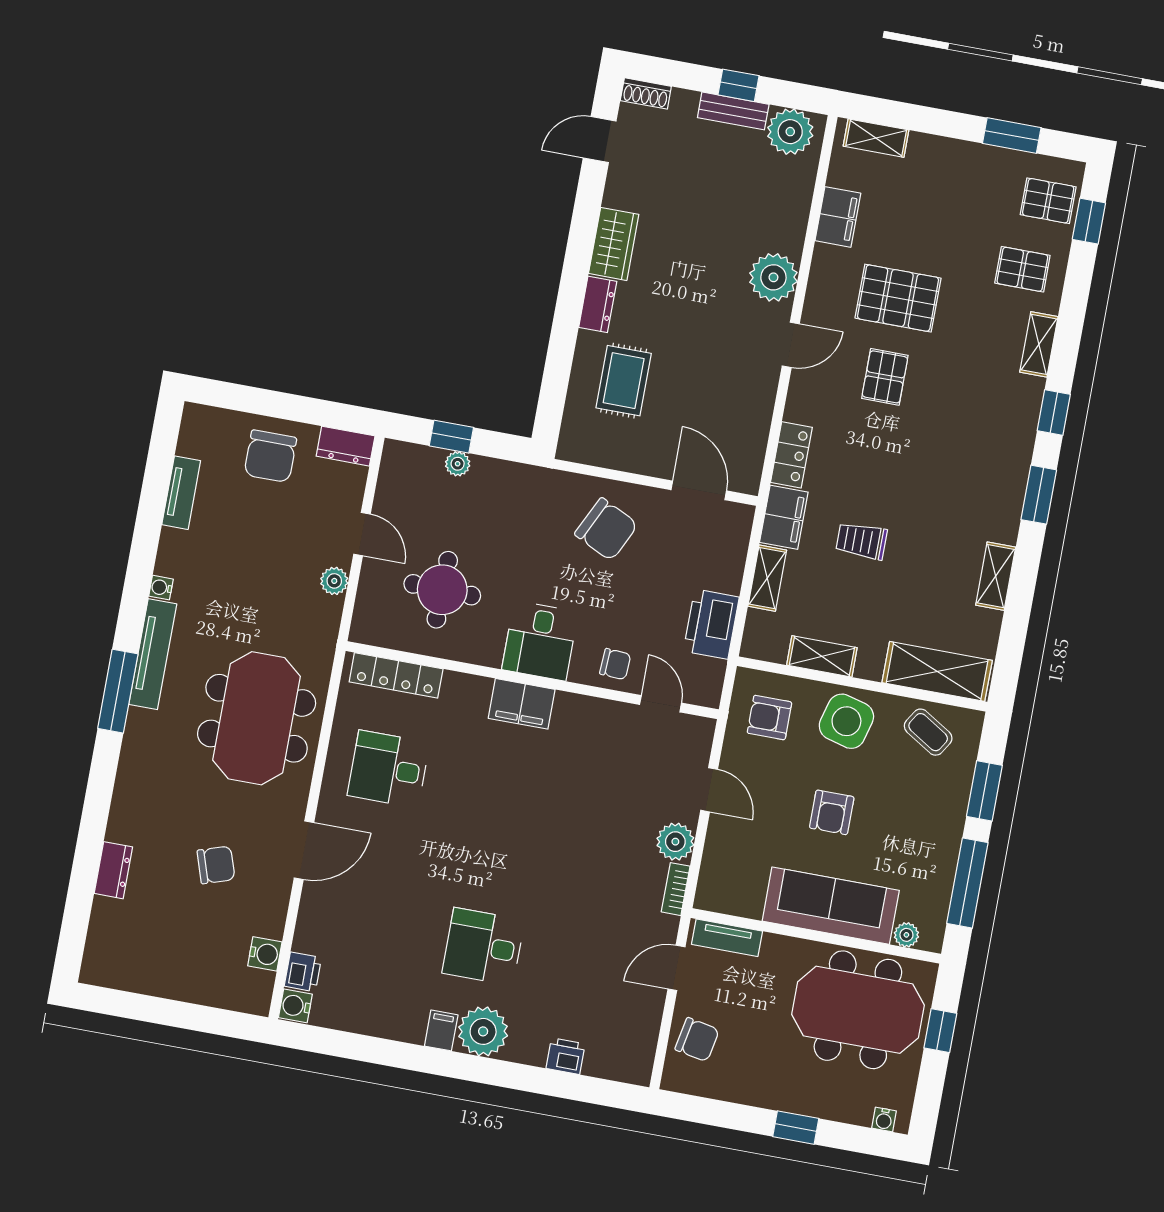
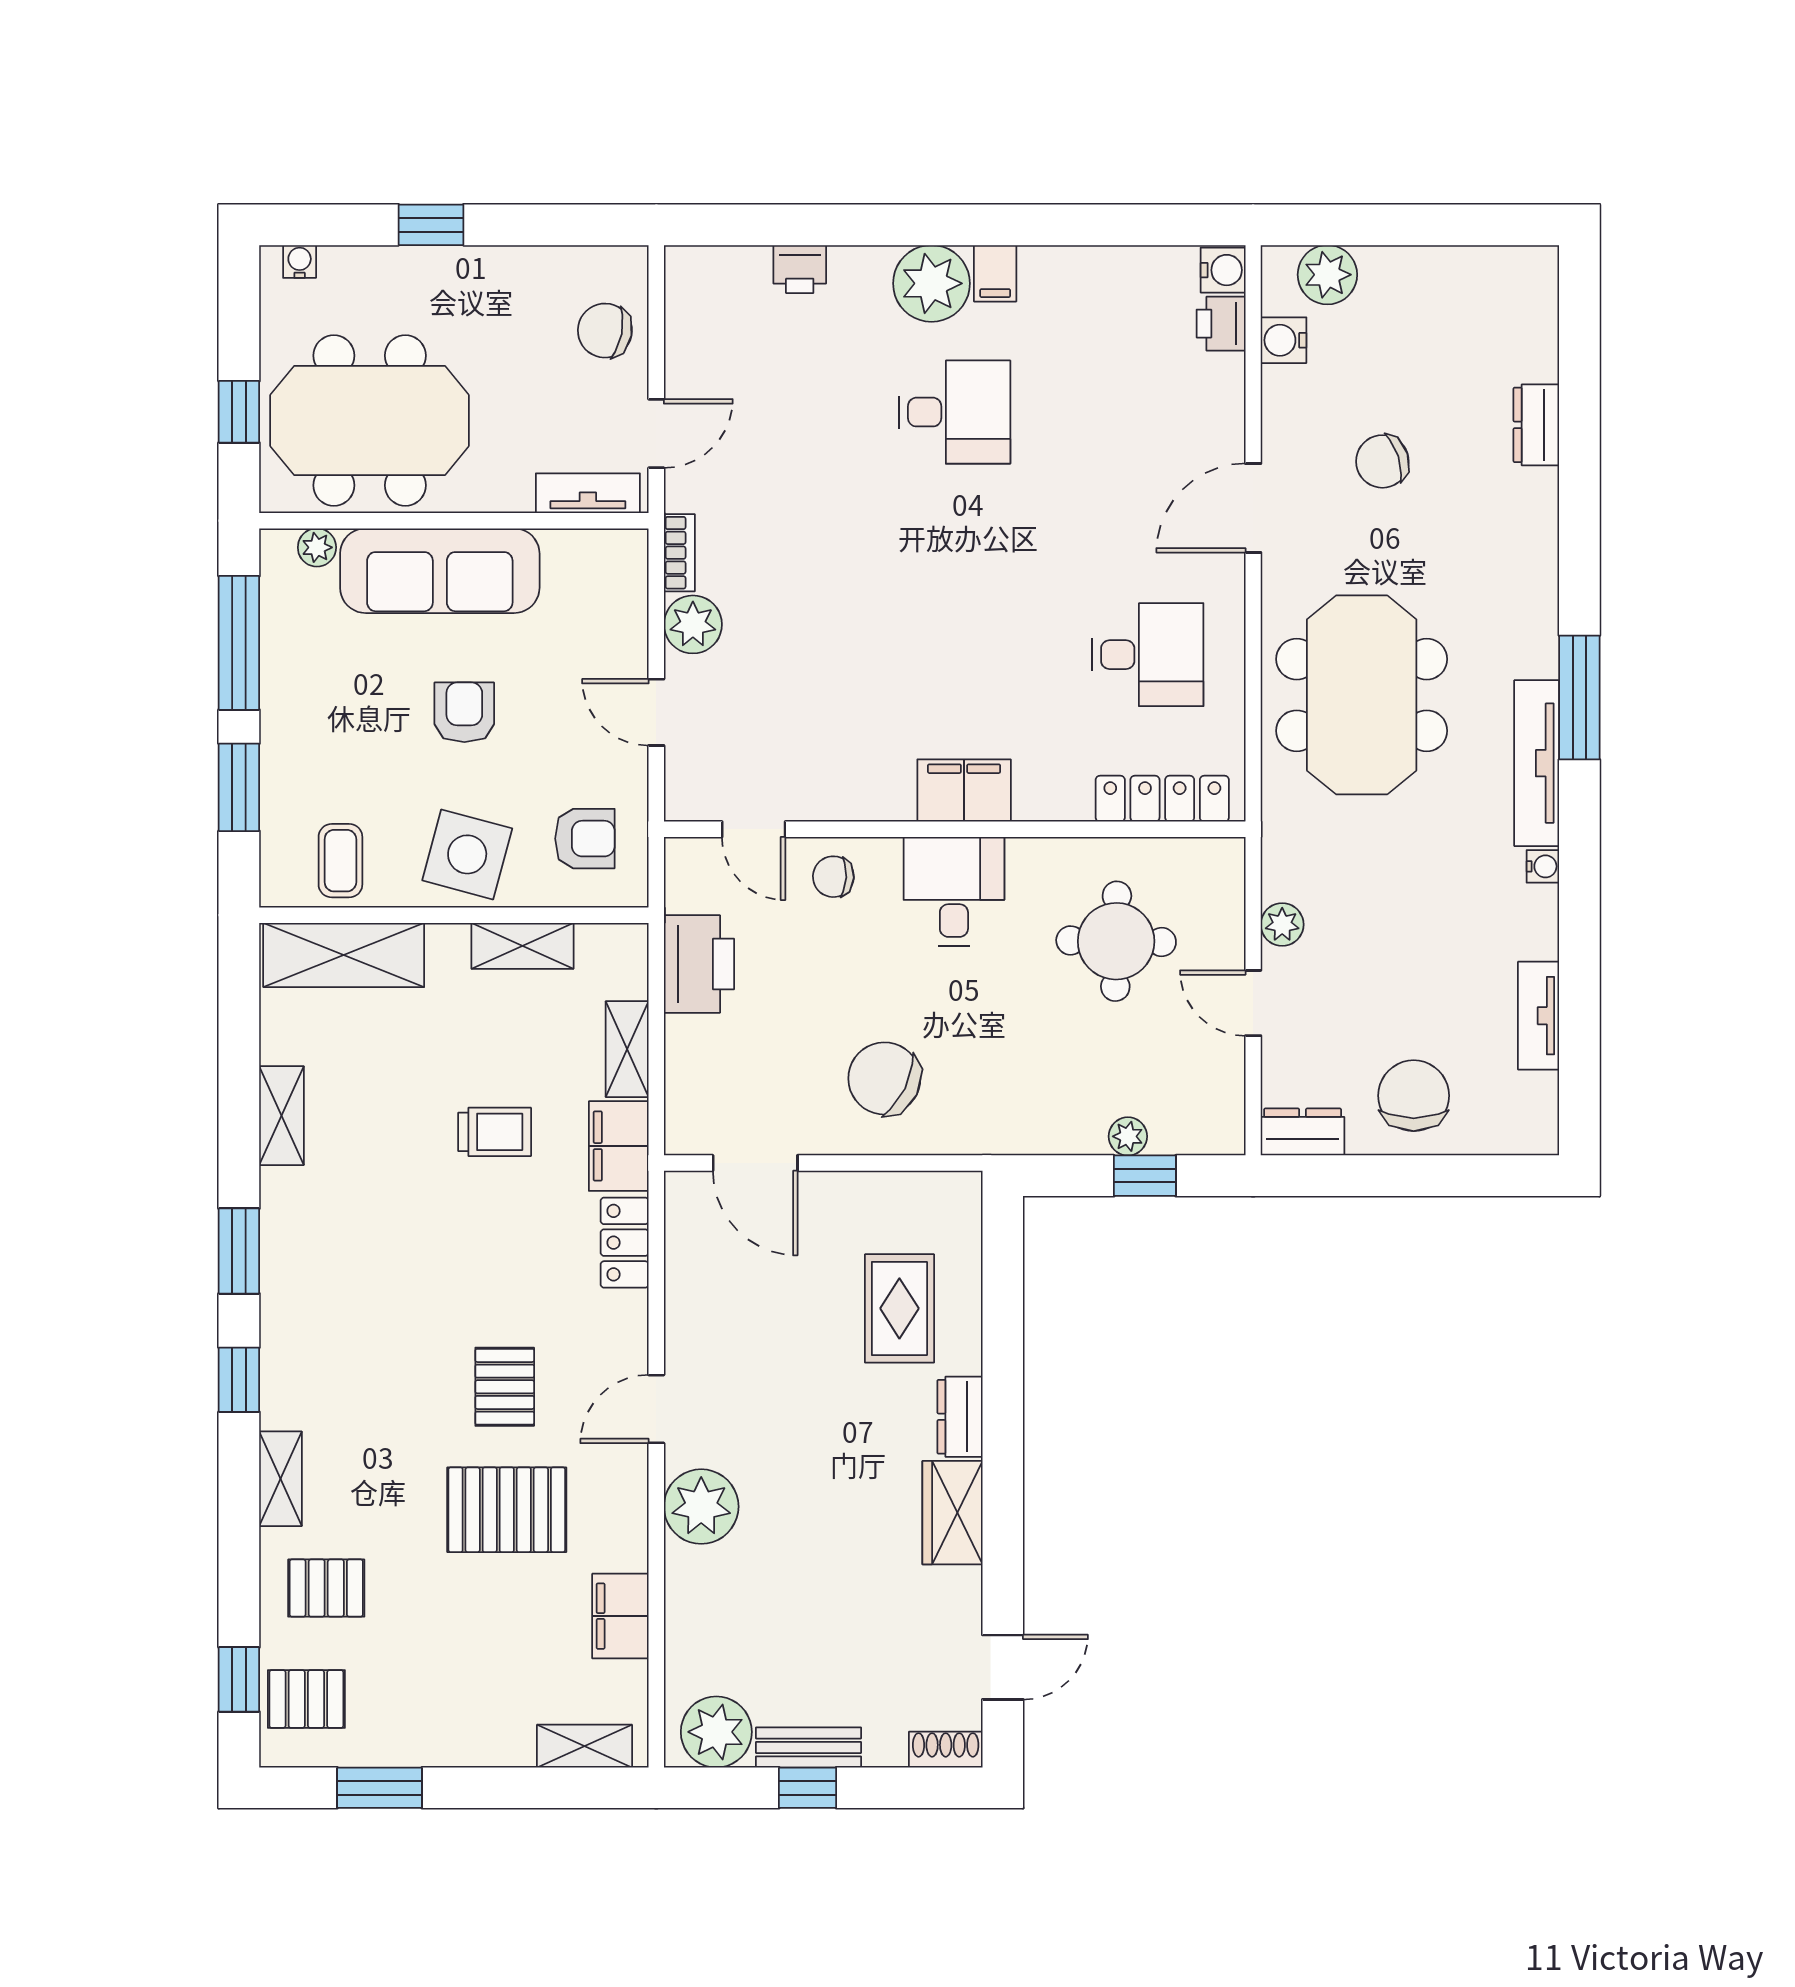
coffee table: (928, 732) -> (340, 861), turned 58
plant: (229, 991) -> (1327, 275), added

